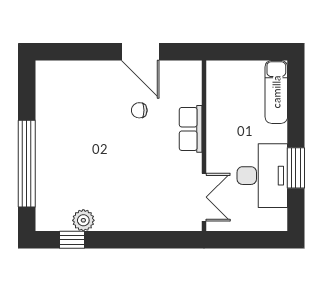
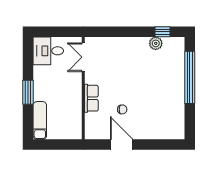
window: (296, 168) -> (28, 92), moved
desk: (262, 176) -> (48, 51), moved, width x0.73

